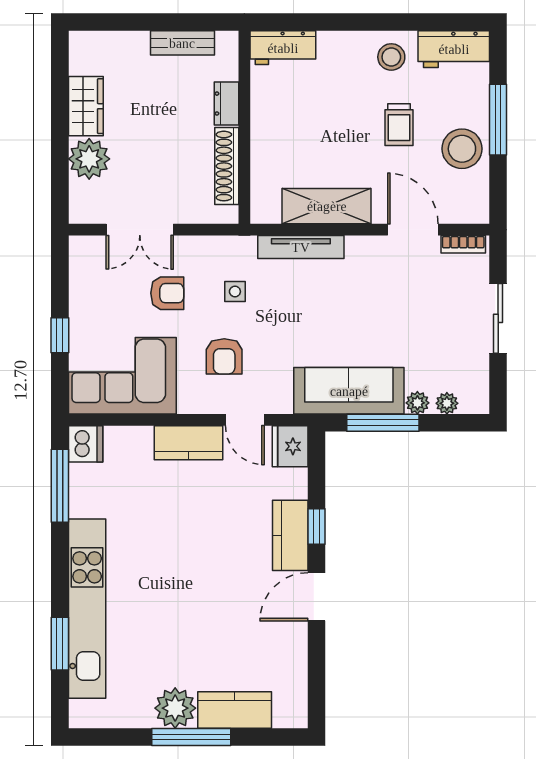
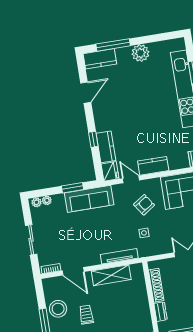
armchair: (167, 293) -> (172, 228), removed
armchair: (224, 356) -> (144, 205), turned 56
plant: (417, 403) -> (37, 202), moved
window: (383, 423) -> (72, 188), width x0.69
kitchen counter: (290, 535) -> (106, 147), moved
door: (316, 597) -> (86, 93), moved
kitchen counter: (235, 710) -> (100, 59), moved
window: (191, 737) -> (113, 45), moved

